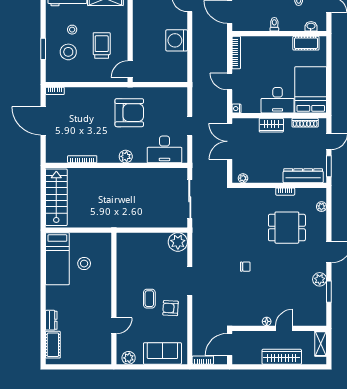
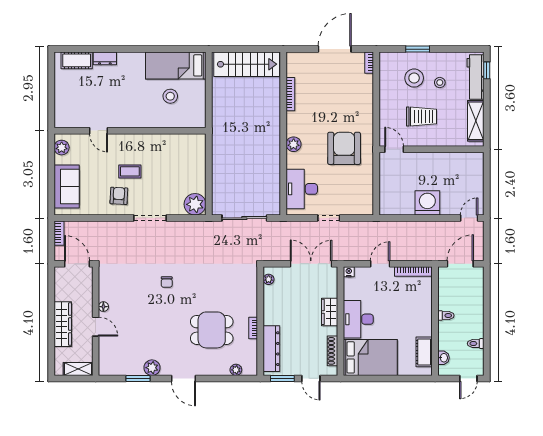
armchair: (129, 113) -> (344, 148), turned 180
dining table: (287, 228) -> (212, 330), turned 90

